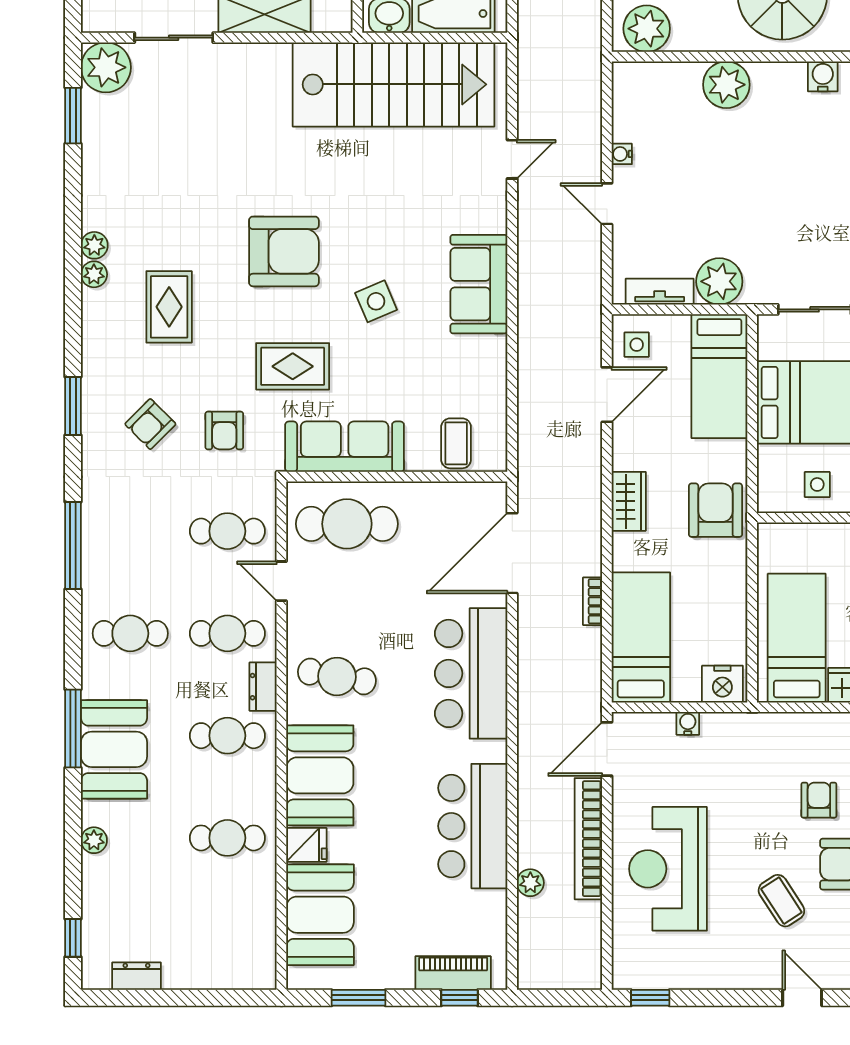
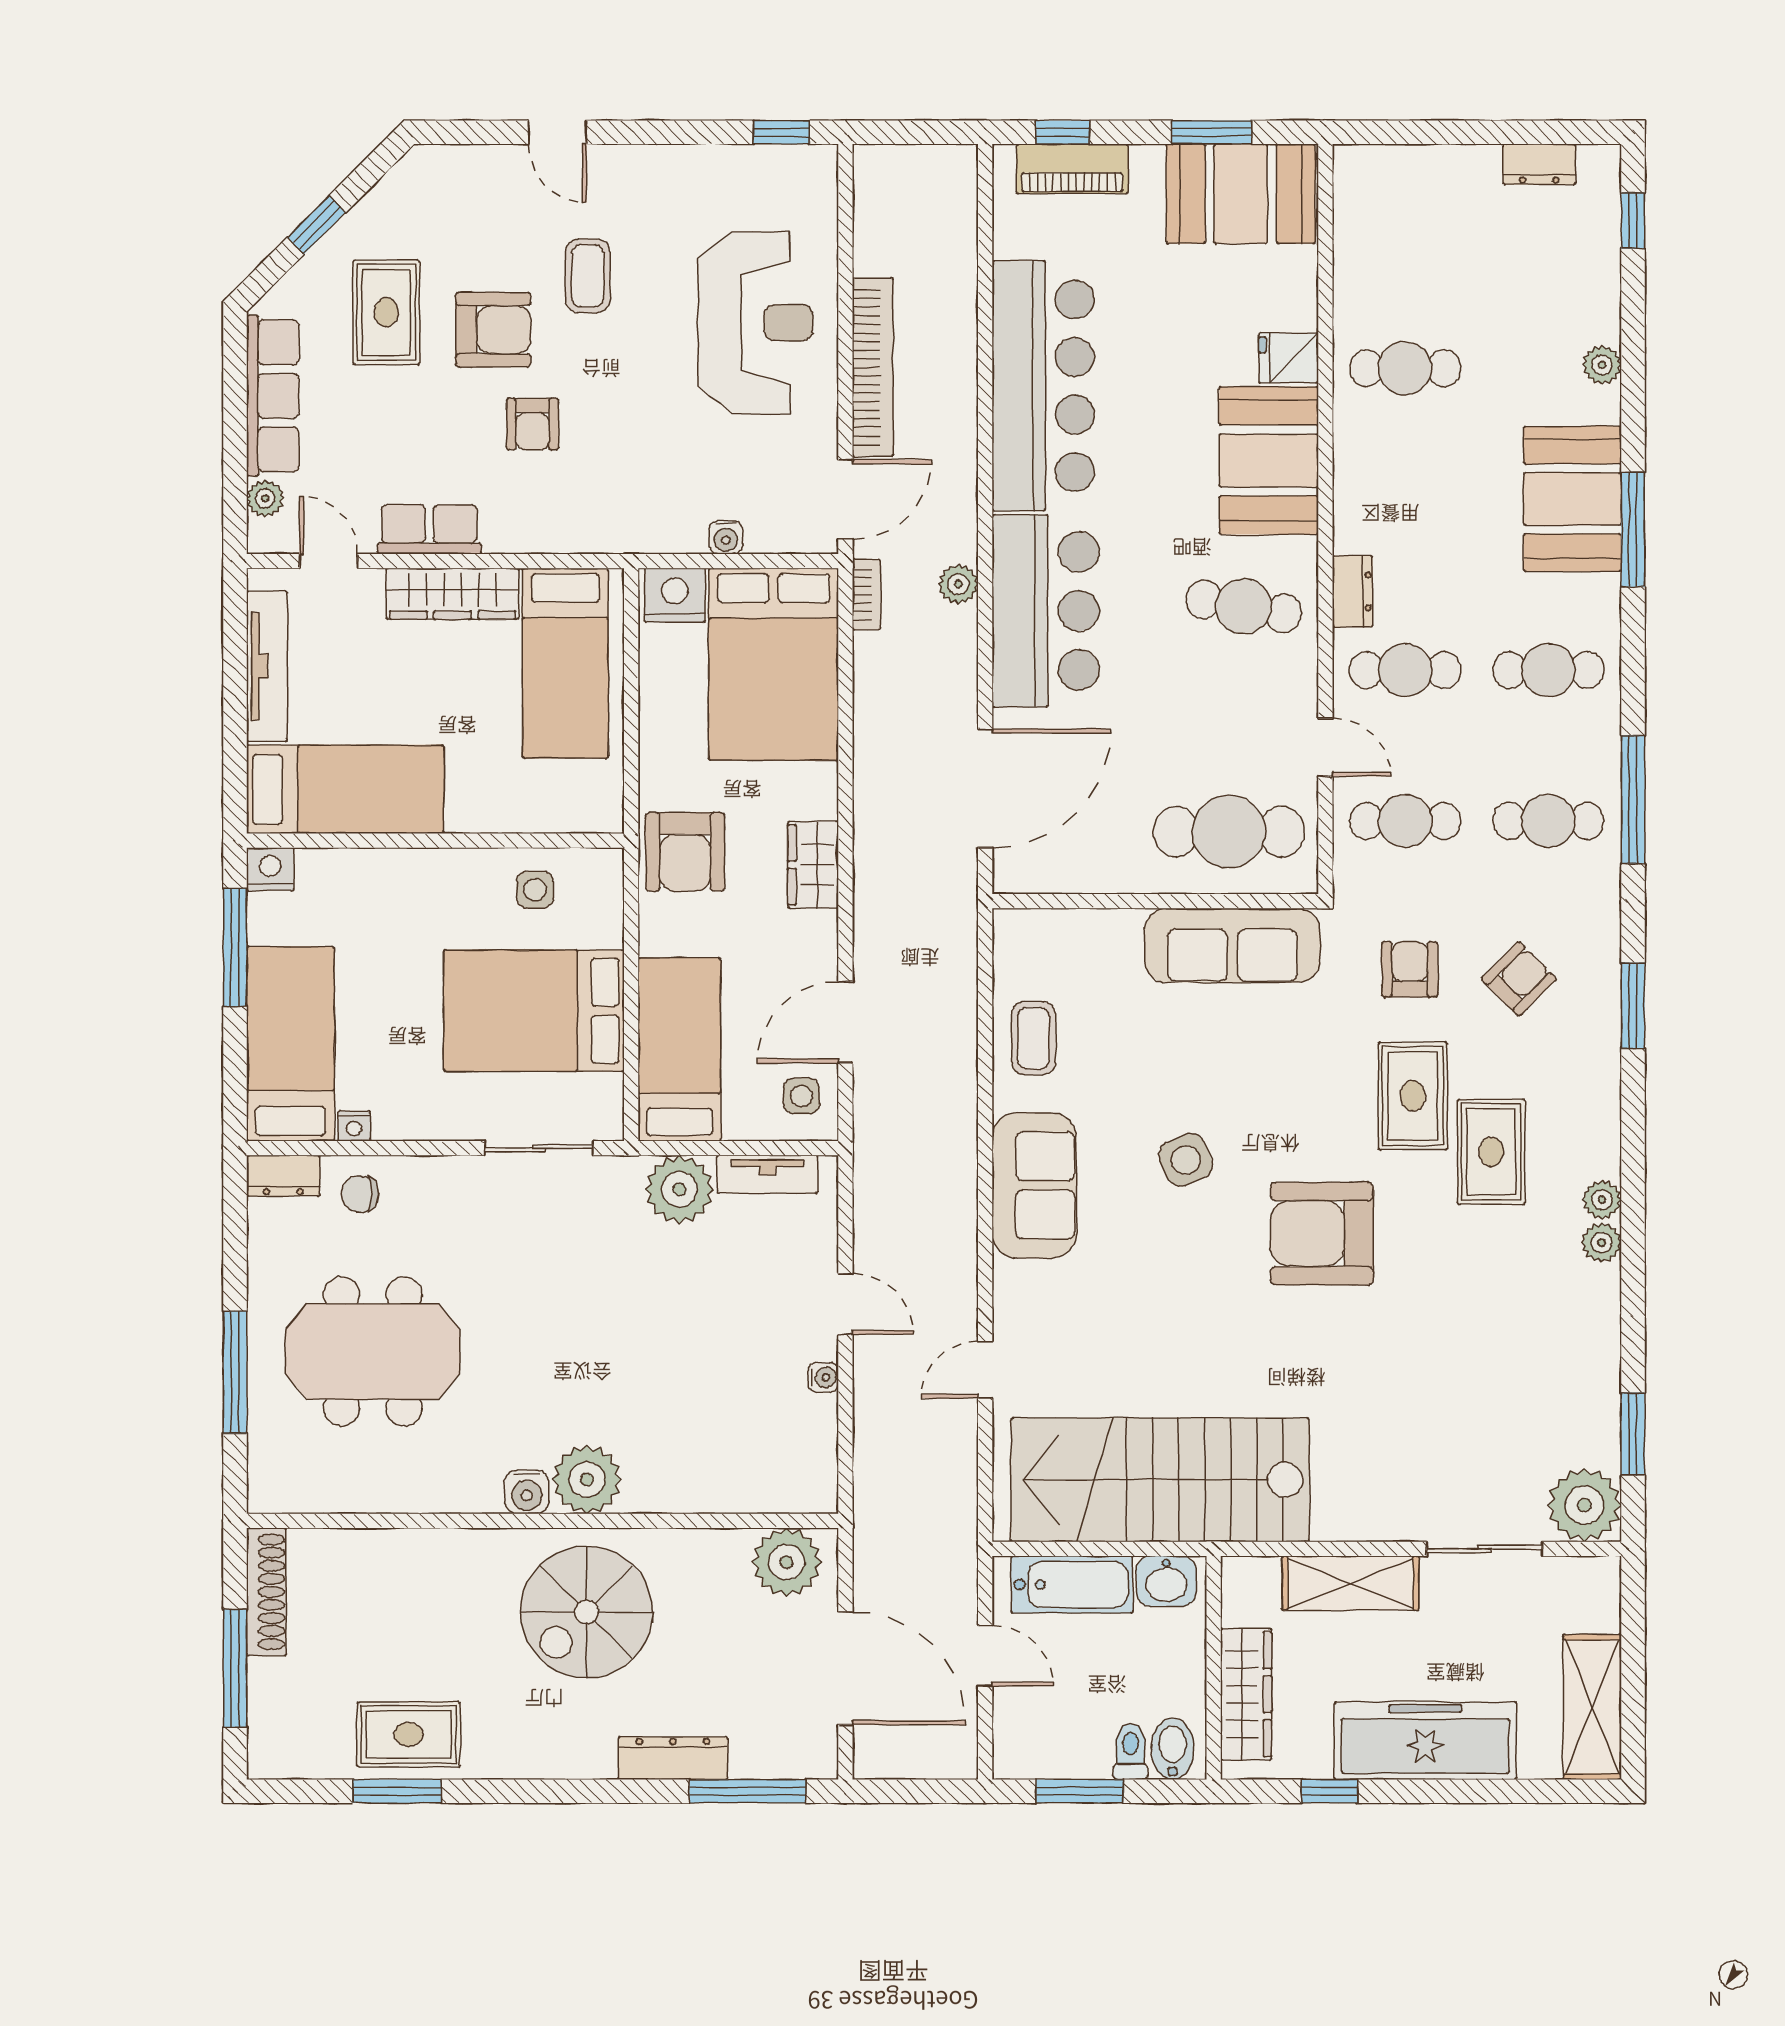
plant: (726, 85) -> (587, 1479), moved
rug: (293, 366) -> (1413, 1096), moved, turned 90
coffee table: (456, 443) -> (1033, 1038), moved
bookcase: (593, 601) -> (866, 595), moved
bed: (641, 637) -> (774, 664), width x1.50
cafe table: (227, 736) -> (1548, 821), moved
bar counter: (473, 826) -> (1043, 386), width x1.36
plant: (530, 883) -> (958, 584), moved
coffee table: (781, 901) -> (588, 276), turned 33
booth: (320, 915) -> (1241, 194), moved, turned 90

